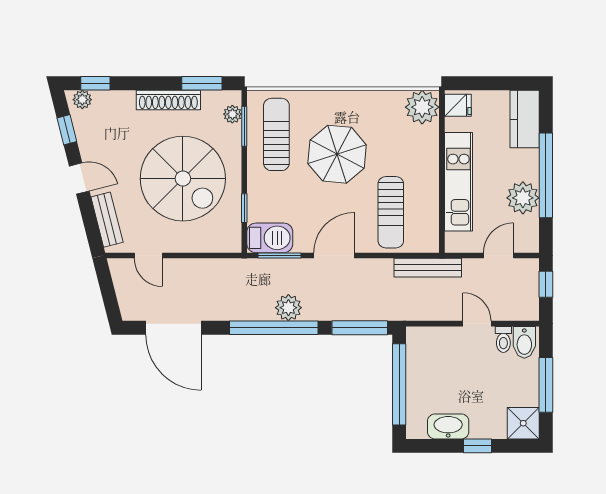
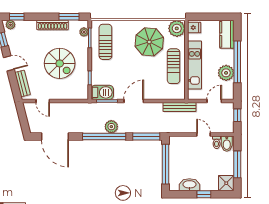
parasol: (337, 154) -> (149, 42), moved
spiral stairs: (183, 179) -> (60, 63), width x0.73, depth x0.73
sun lounger: (391, 212) -> (174, 66), moved

